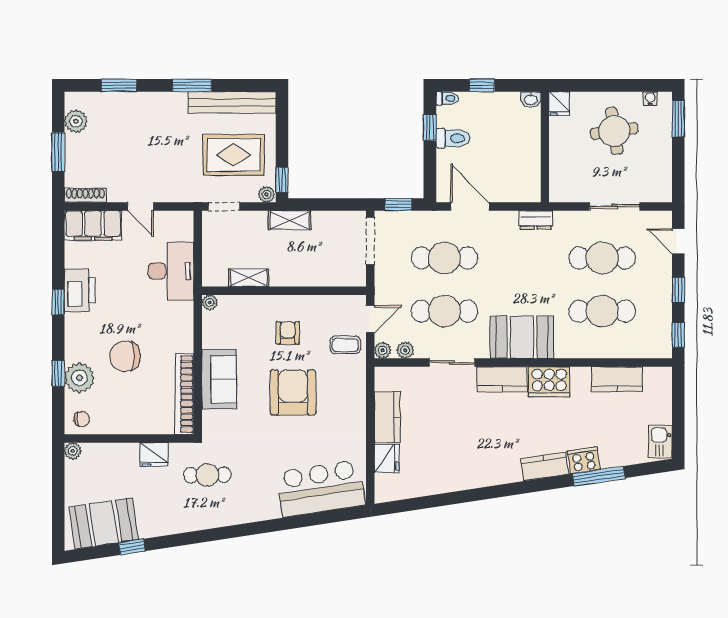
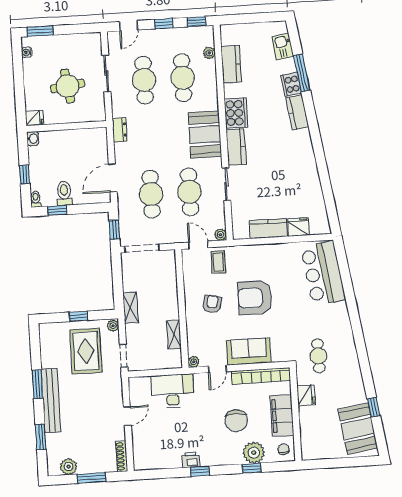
bench: (232, 102) -> (51, 401), moved
round table: (614, 131) -> (68, 86), moved
window: (282, 180) -> (78, 316), moved
filing cabinet: (93, 225) -> (282, 416), moved, turned 180
printer: (80, 290) -> (191, 460), width x0.53, depth x0.68
armchair: (288, 333) -> (212, 304), turned 102
door: (198, 335) -> (217, 369), added
plant: (405, 350) -> (209, 53), moved
kitchen sink: (660, 442) -> (283, 47), moved, turned 81
plant: (73, 451) -> (307, 454), removed

